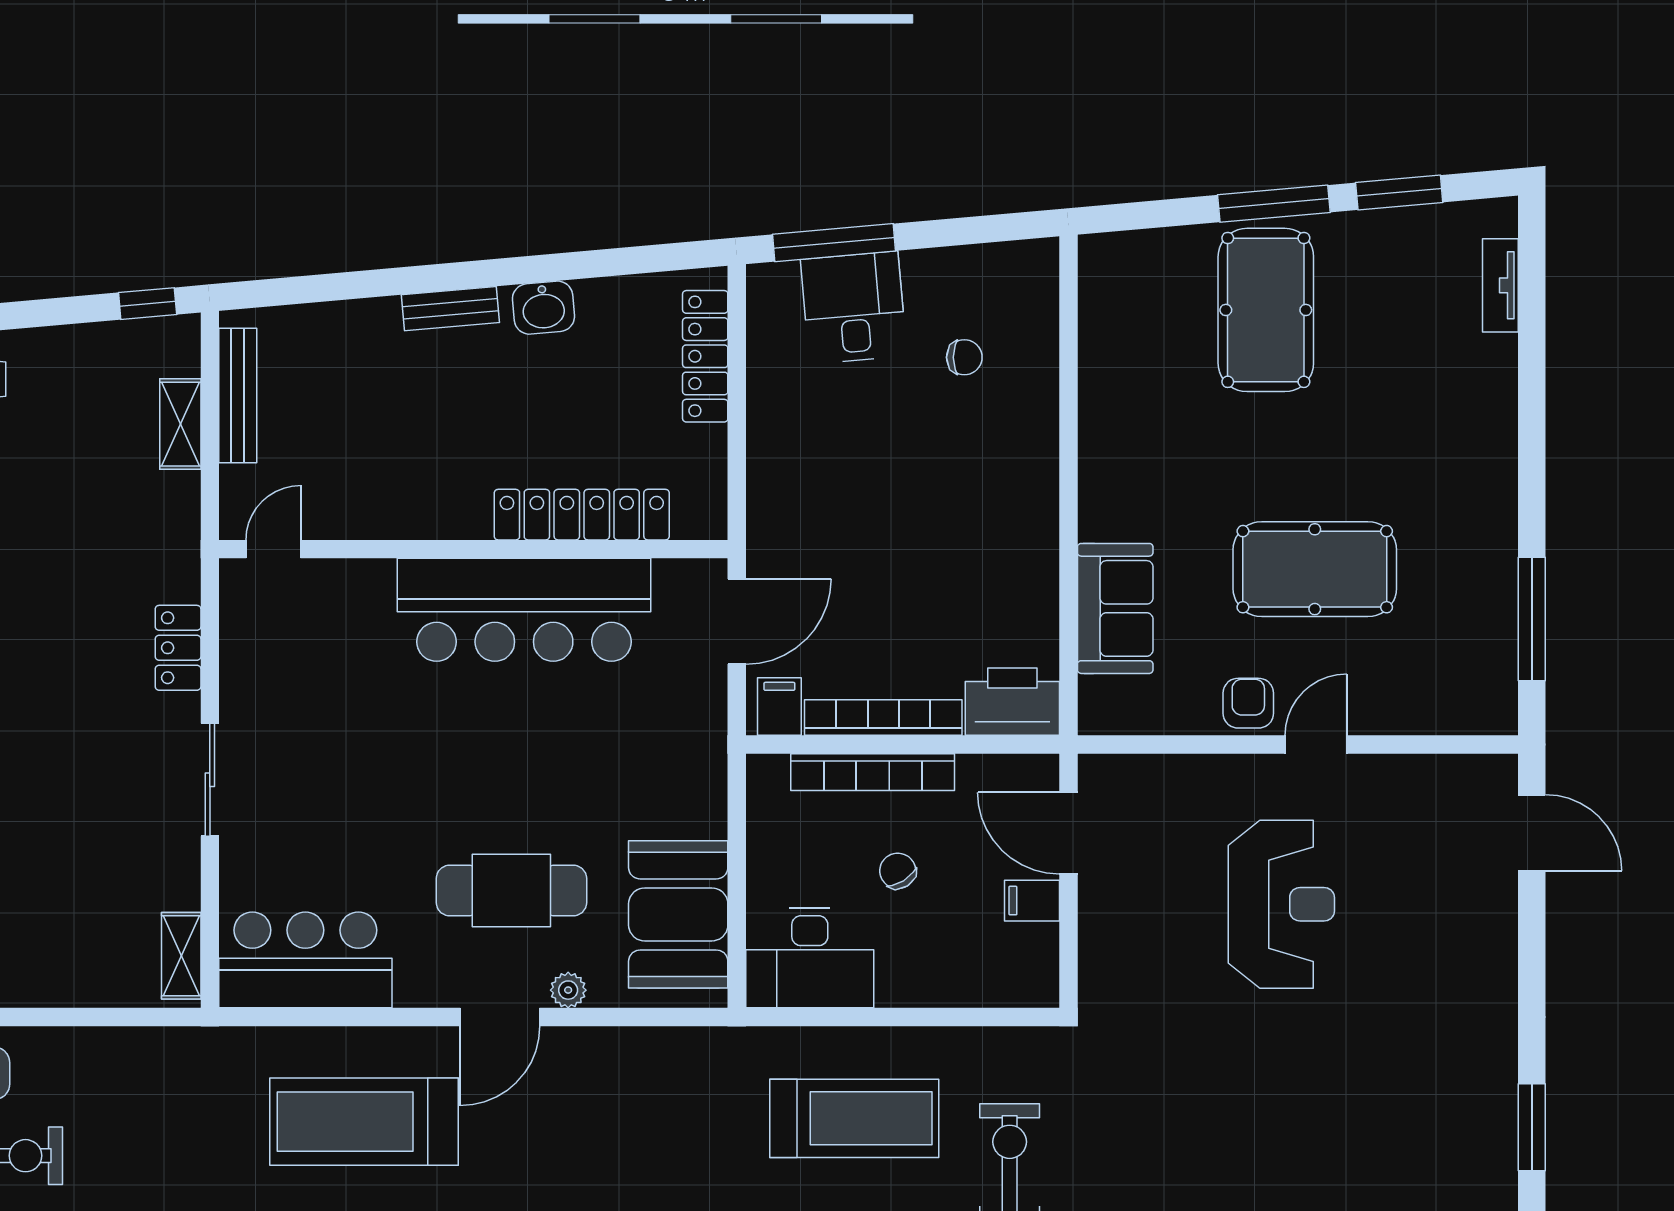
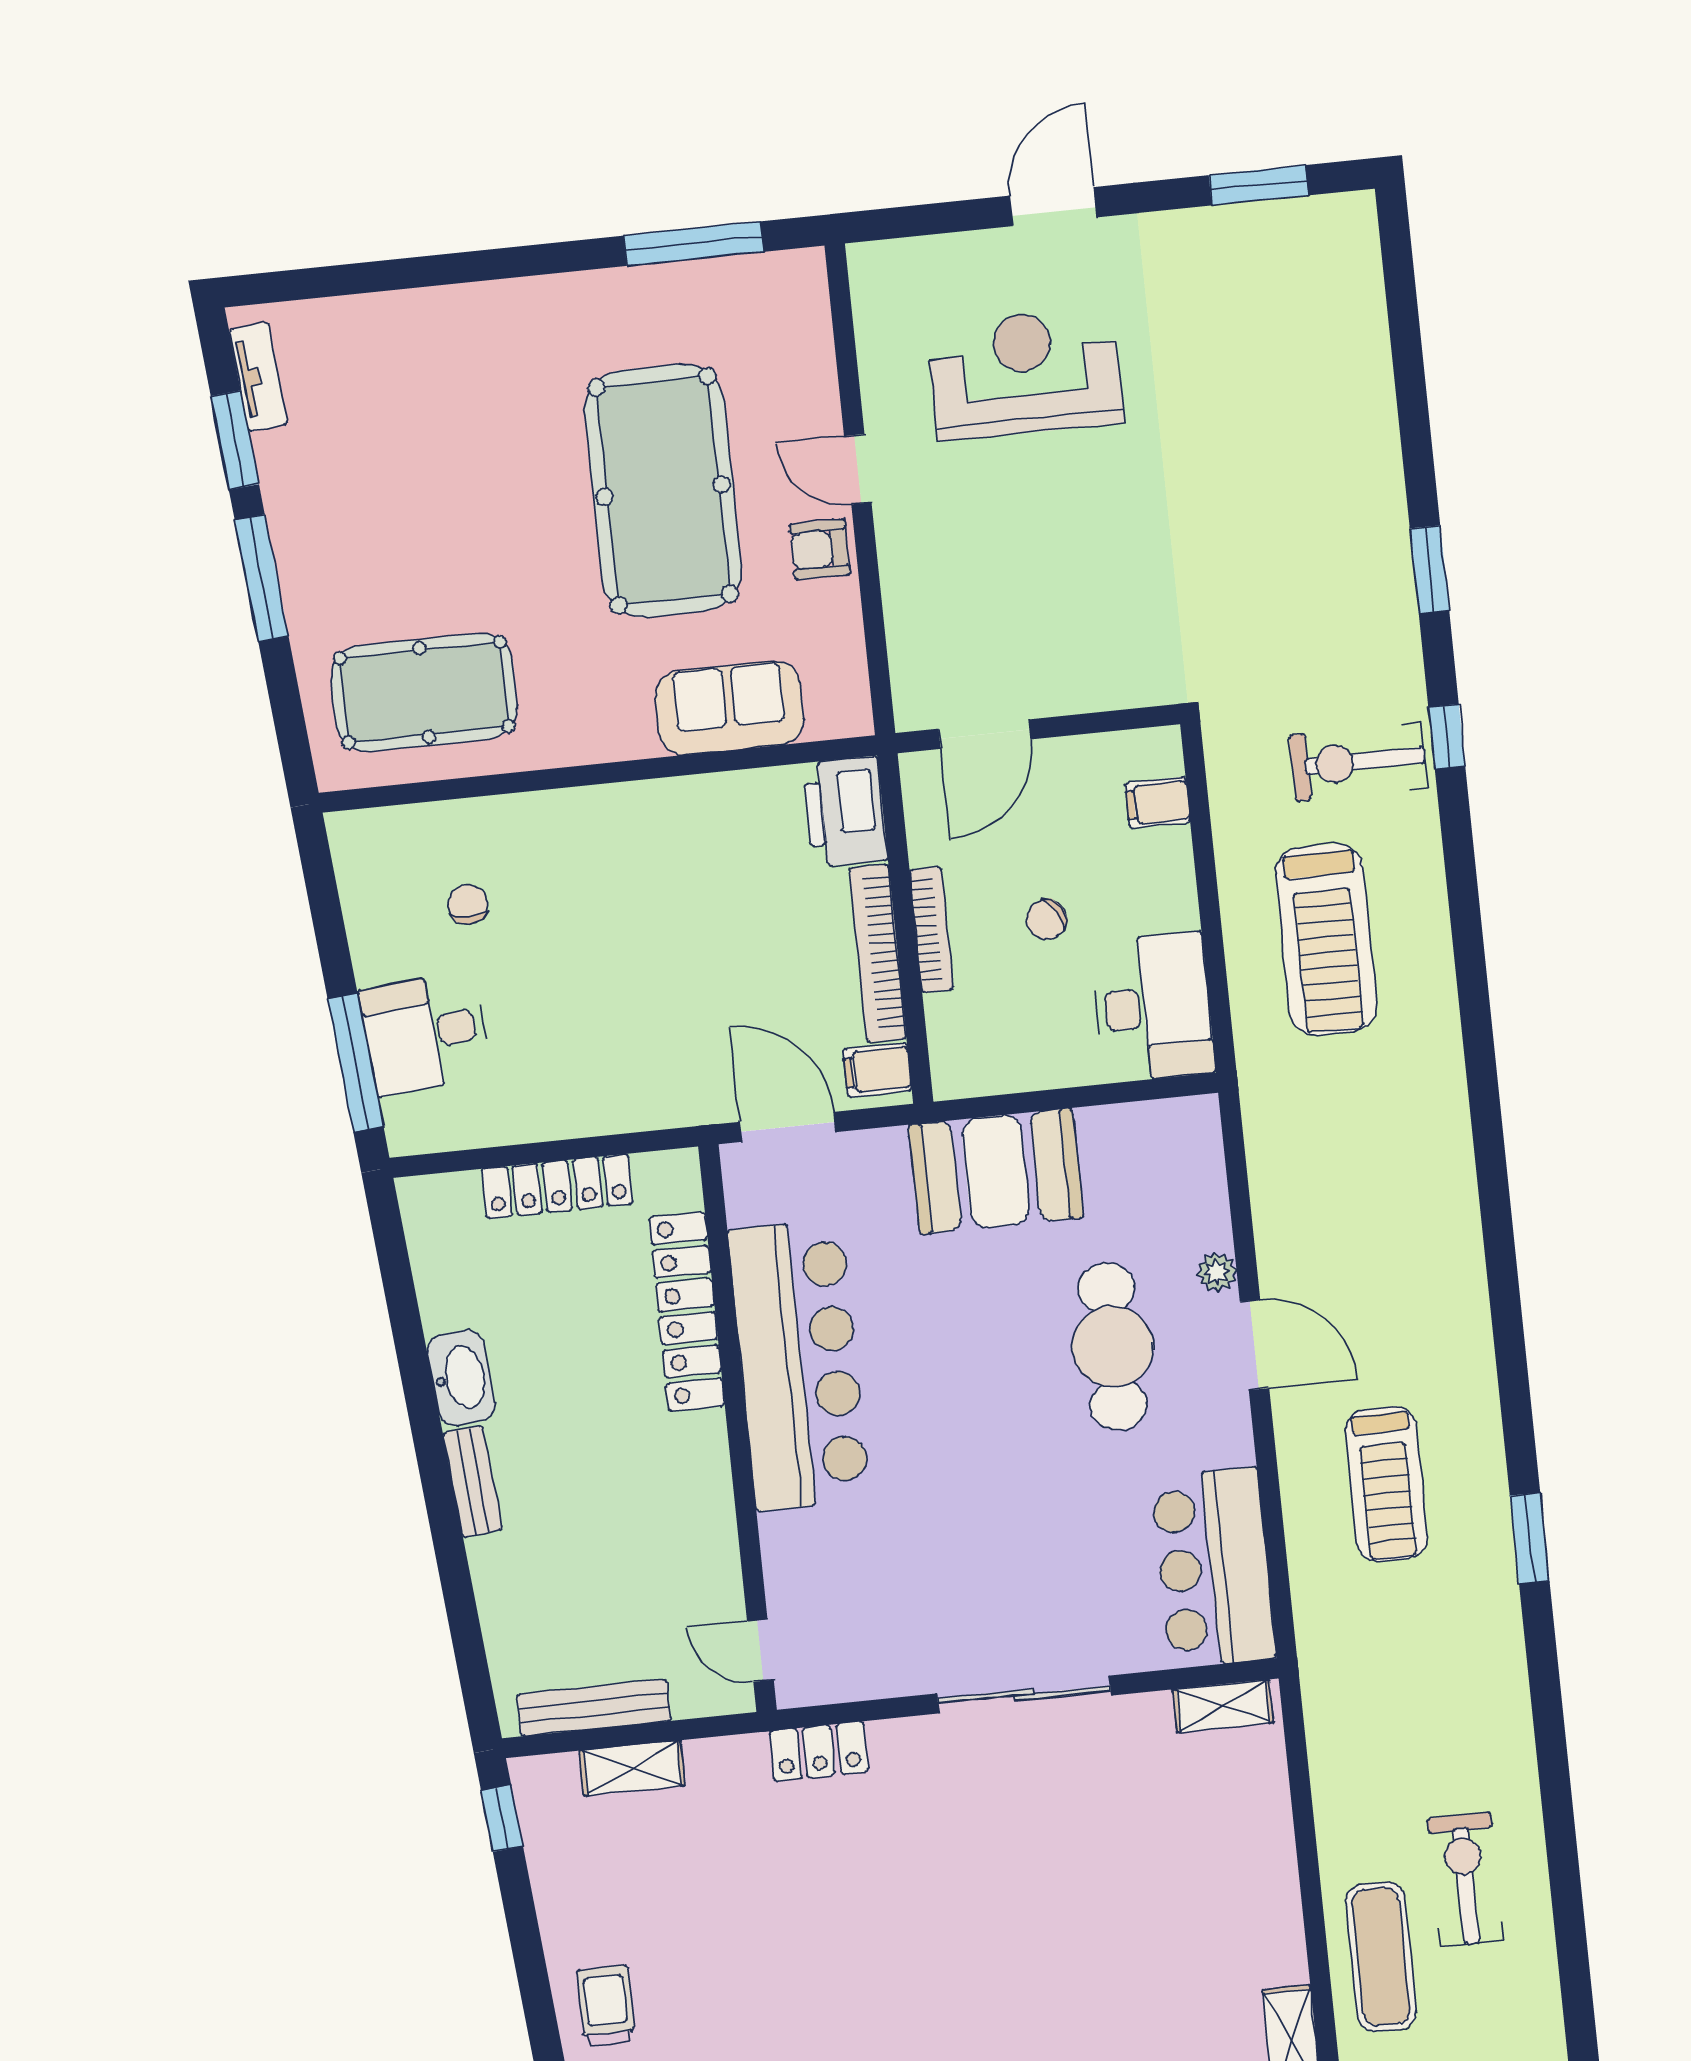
tv unit: (1500, 285) -> (258, 377), moved, turned -95
washbasin: (543, 308) -> (461, 1378), width x1.38
pool table: (1266, 310) -> (424, 692), moved
locker: (705, 356) -> (557, 1186), moved
pool table: (1315, 569) -> (663, 491), width x1.36, depth x1.32
locker: (178, 648) -> (819, 1751), moved
bookcase: (873, 772) -> (932, 930), width x0.68, depth x0.76
sliding door: (210, 780) -> (1024, 1694), width x1.37
door: (1532, 833) -> (1053, 207), moved
filing cabinet: (1032, 901) -> (1158, 802), moved, turned 90
reception desk: (1281, 904) -> (1025, 374), moved
booth: (678, 914) -> (996, 1171), moved
treadmill: (854, 1118) -> (1326, 939), turned 180
treadmill: (364, 1122) -> (1386, 1484), width x0.73, depth x0.73

